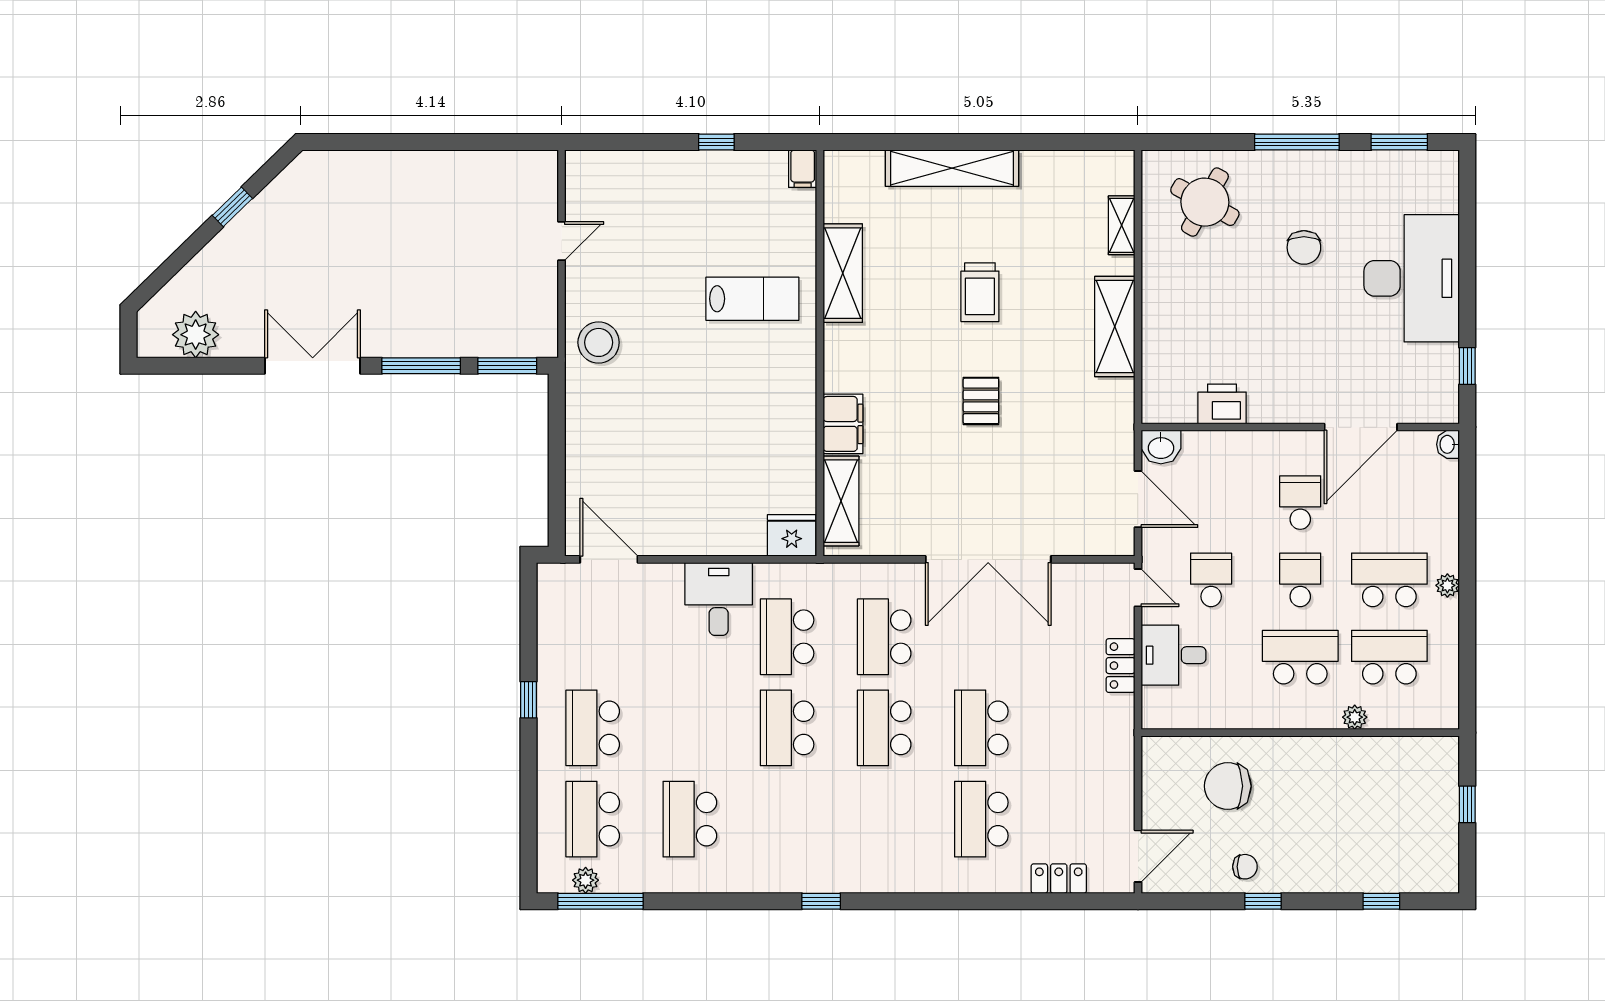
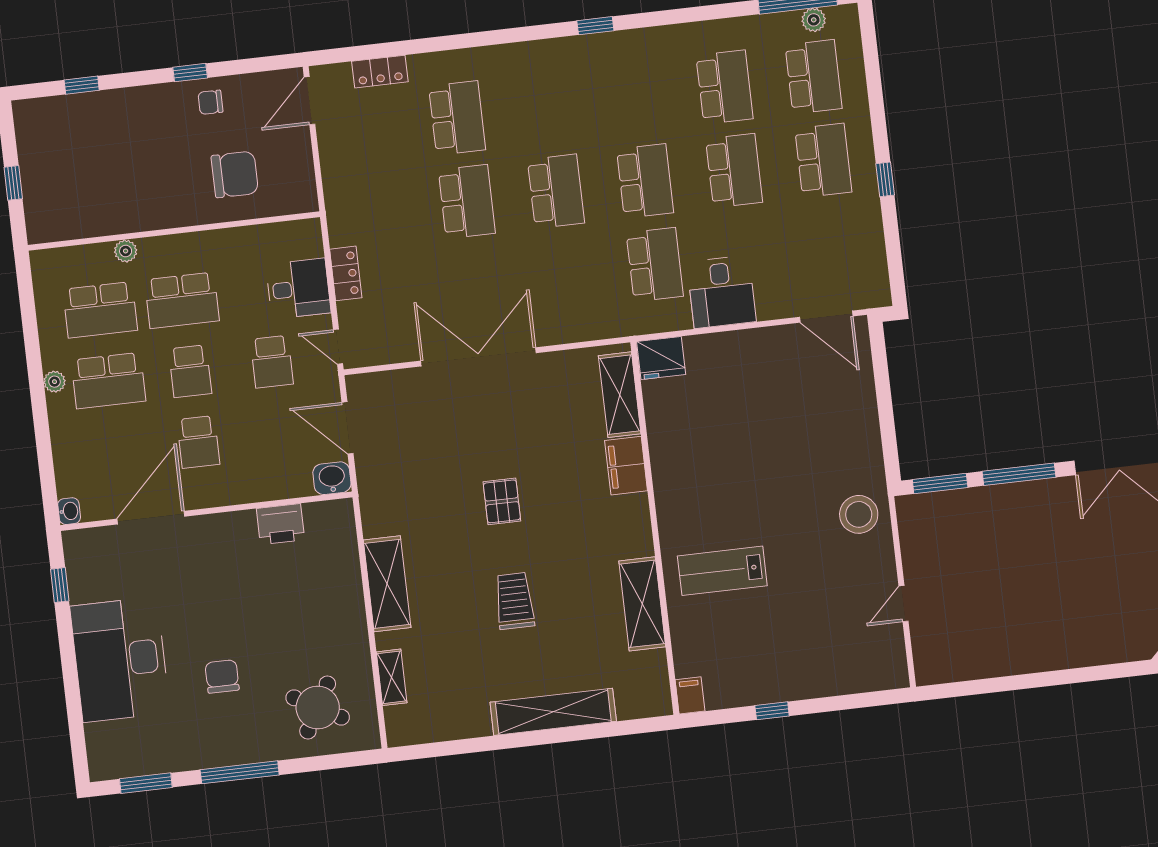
school desk: (884, 637) -> (734, 171), moved

